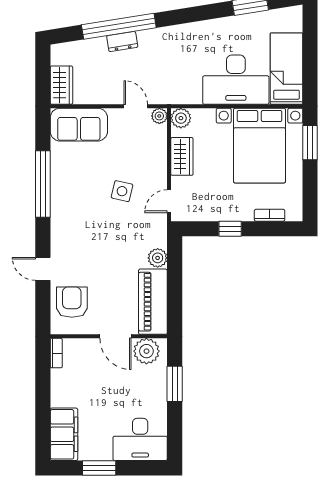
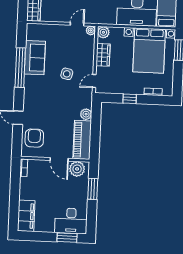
door: (136, 106) -> (77, 24), hinge flipped
sofa: (79, 125) -> (35, 58), moved, turned -90
window: (99, 468) -> (67, 238), moved

